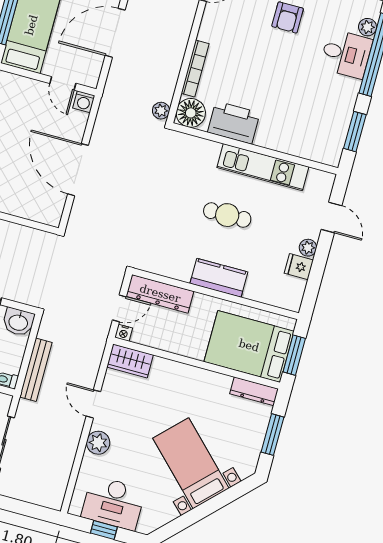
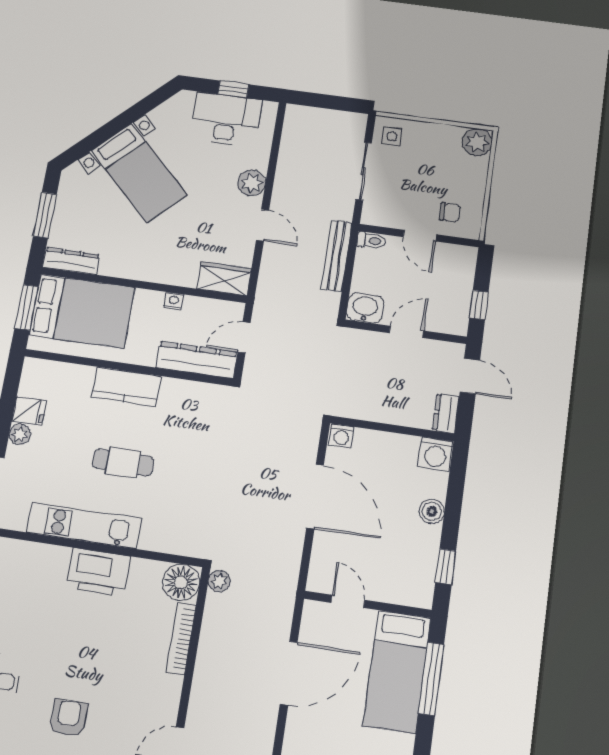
washing machine: (84, 102) -> (341, 436), moved, turned 180
printer: (234, 123) -> (98, 572), moved
nightstand: (124, 333) -> (174, 301), moved

